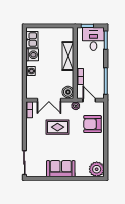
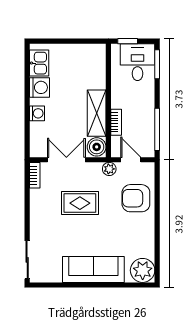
shelving: (68, 56) -> (97, 113), moved
double door: (49, 100) -> (66, 160), swing flipped
sofa: (61, 169) -> (93, 269), width x1.36

